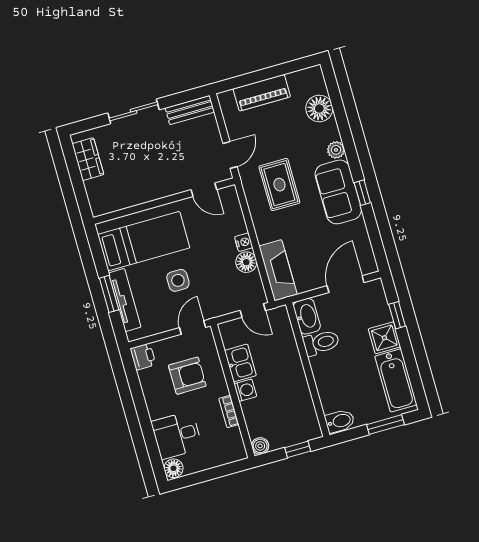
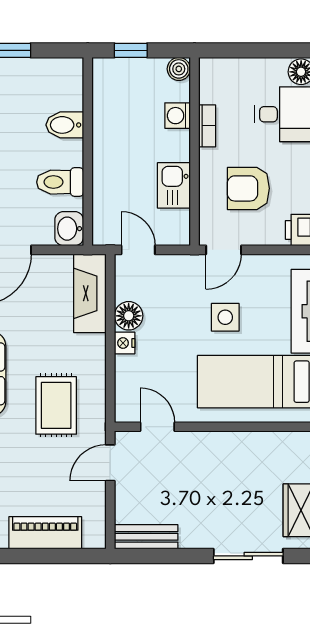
sliding door: (134, 111) -> (248, 556), moved
washbasin: (307, 316) -> (69, 229), width x0.72
washing machine: (245, 390) -> (178, 116), moved
bidet: (340, 421) -> (65, 125), moved

